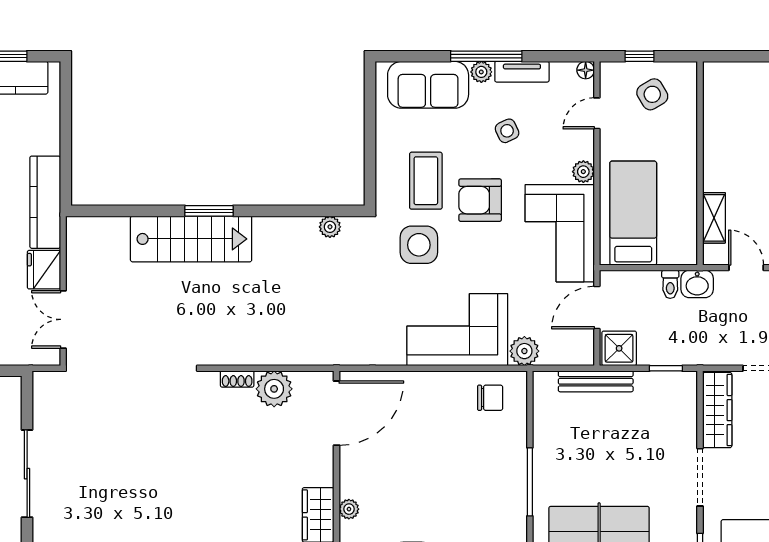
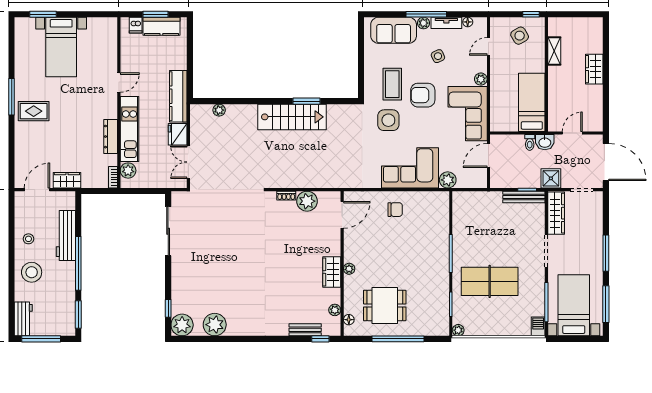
window: (639, 56) -> (531, 14), moved
floor lamp: (586, 70) -> (468, 22), moved
window: (209, 211) -> (307, 101), moved
bed: (633, 213) -> (532, 102), moved
shelving: (714, 218) -> (554, 51), moved
plant: (330, 227) -> (219, 110), moved
stairs: (191, 239) -> (292, 117), moved
door: (746, 268) -> (572, 133), hinge flipped
shower: (619, 348) -> (551, 178), moved
bench: (596, 381) -> (524, 197), moved
chair: (490, 398) -> (395, 210), moved
door: (336, 413) -> (342, 215), width x0.73
sliding door: (27, 474) -> (168, 231), moved

